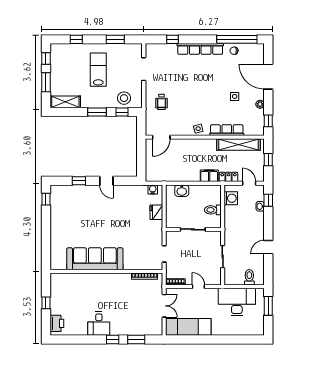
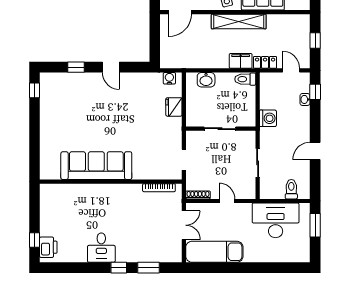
shelving: (238, 145) -> (239, 22), moved
washing machine: (231, 198) -> (268, 118), moved
toilet: (213, 210) -> (245, 79), moved
window: (46, 303) -> (35, 240), moved

